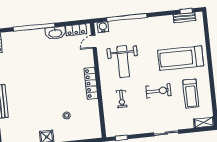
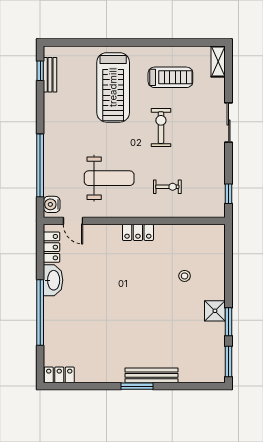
locker: (91, 83) -> (138, 232), width x0.66

